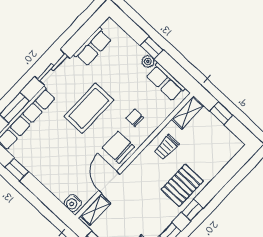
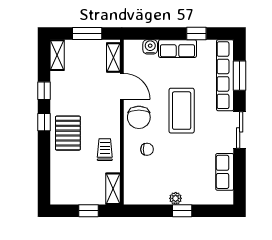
row of seats: (165, 82) -> (177, 49), moved, turned 180
coffee table: (89, 108) -> (182, 111), moved
chair: (118, 147) -> (139, 117), turned 90
water cooler: (73, 203) -> (150, 47), moved

